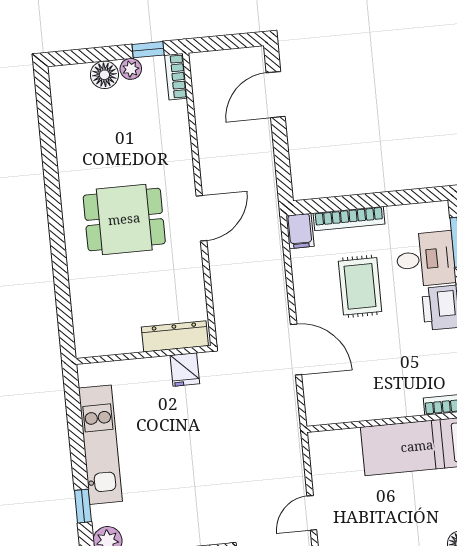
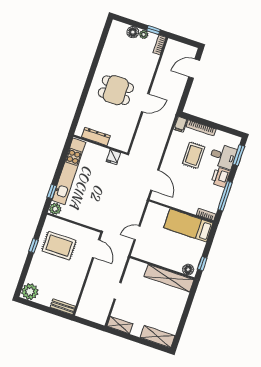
dresser: (175, 336) -> (96, 136), moved
door: (296, 350) -> (155, 180), moved
kitchen unit: (100, 445) -> (69, 171), width x1.36

